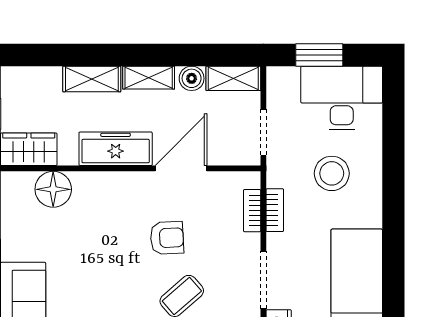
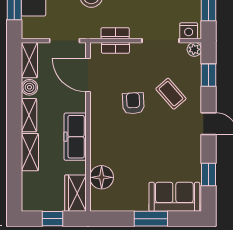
door: (181, 168) -> (88, 75), moved

